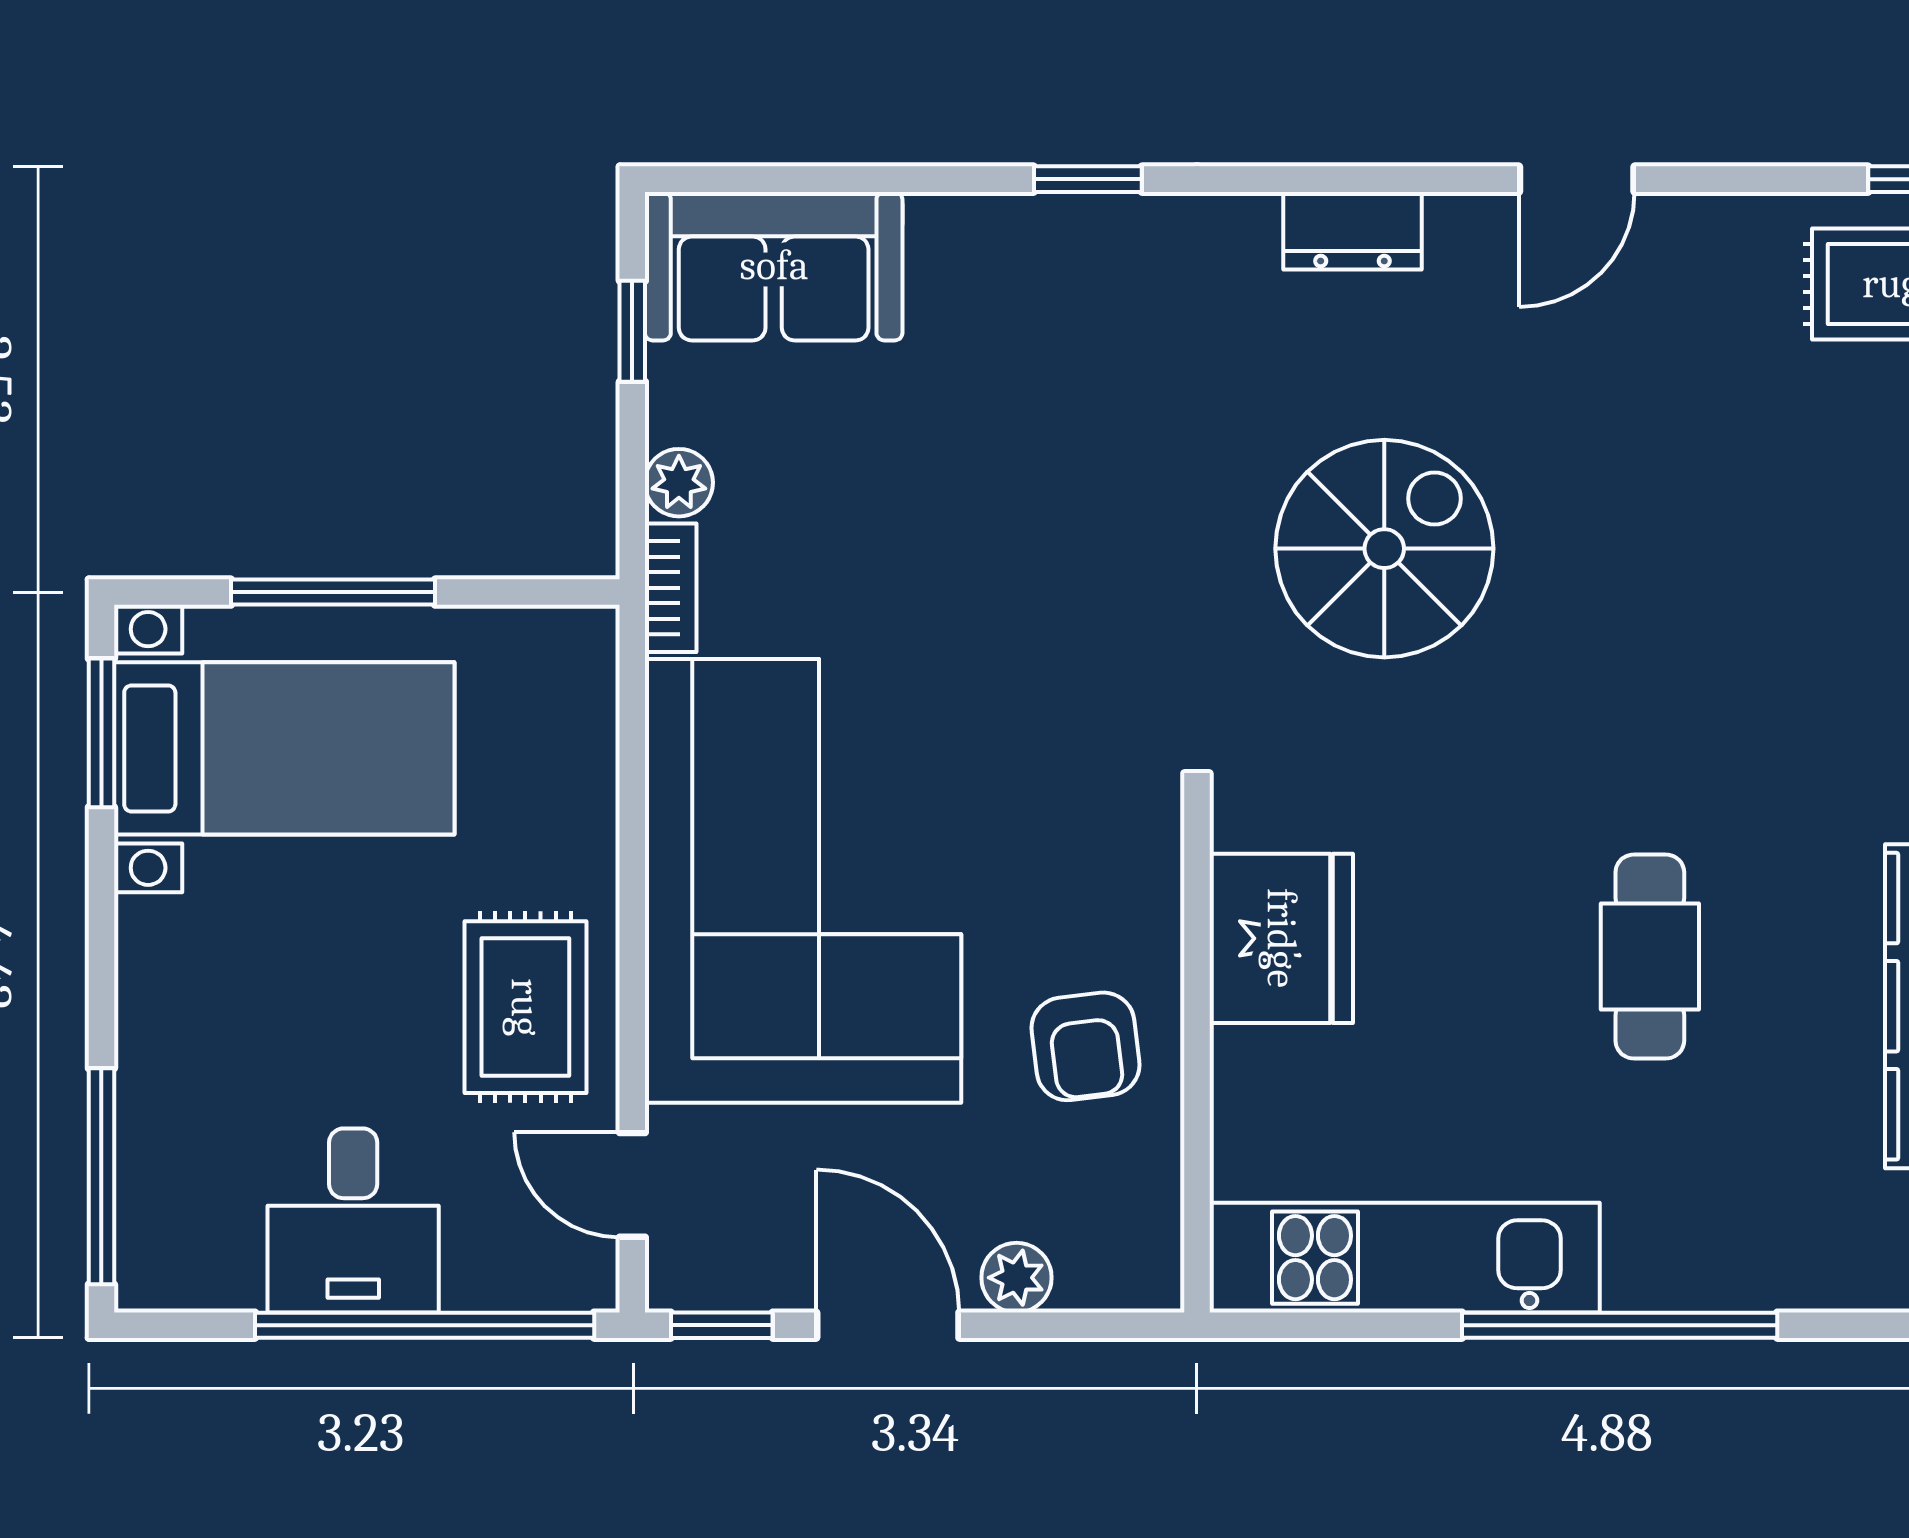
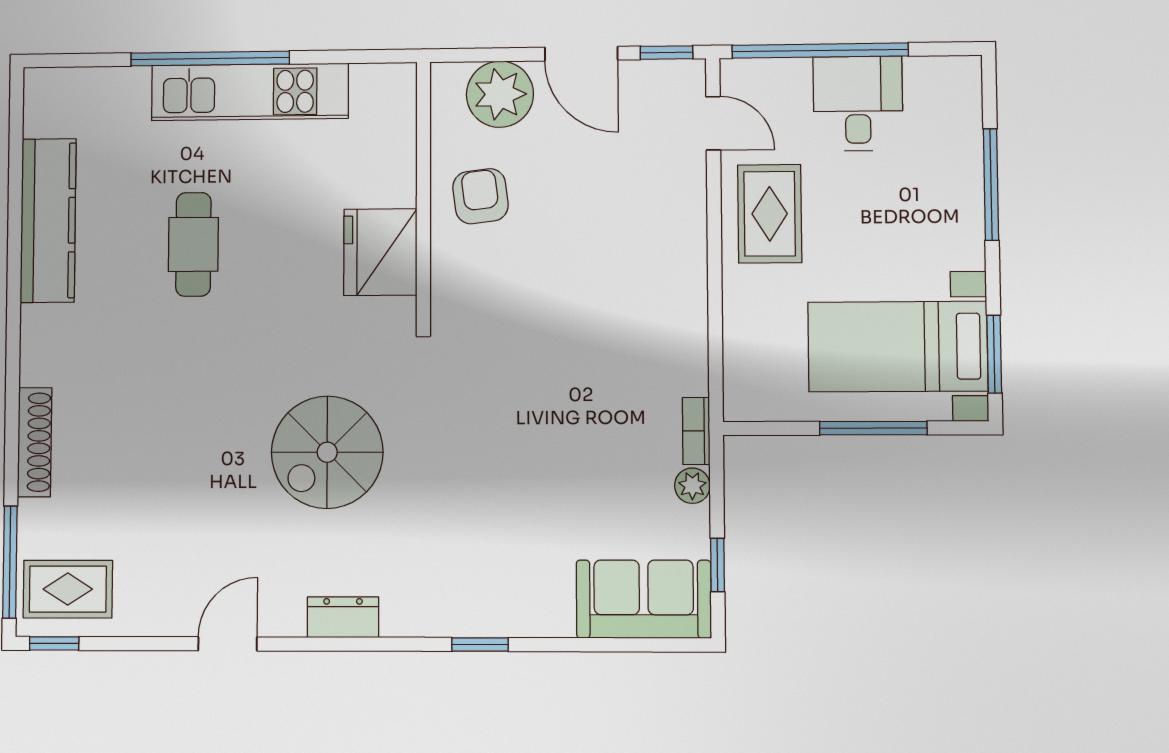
corner sofa: (803, 881) -> (626, 280), removed
window: (101, 1176) -> (991, 185), moved
kitchen unit: (1405, 1258) -> (250, 92), moved
plant: (1017, 1278) -> (500, 94), width x1.88, depth x1.88

